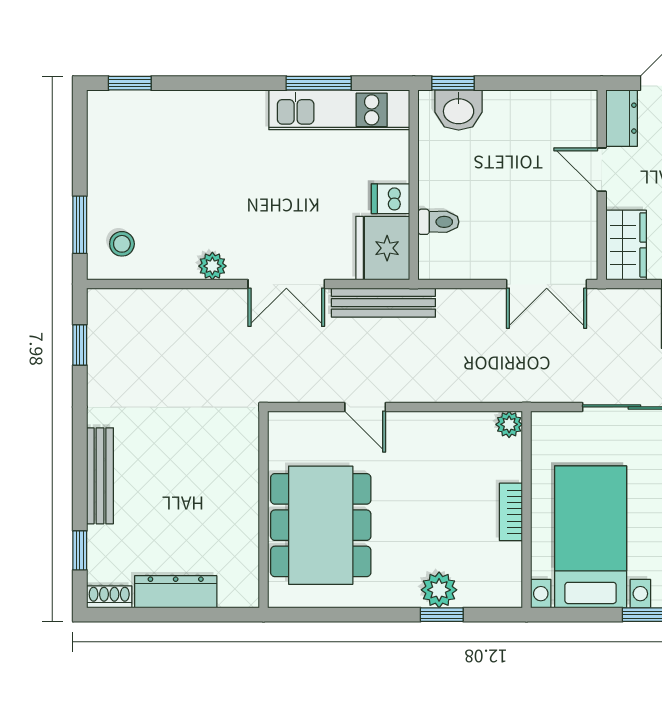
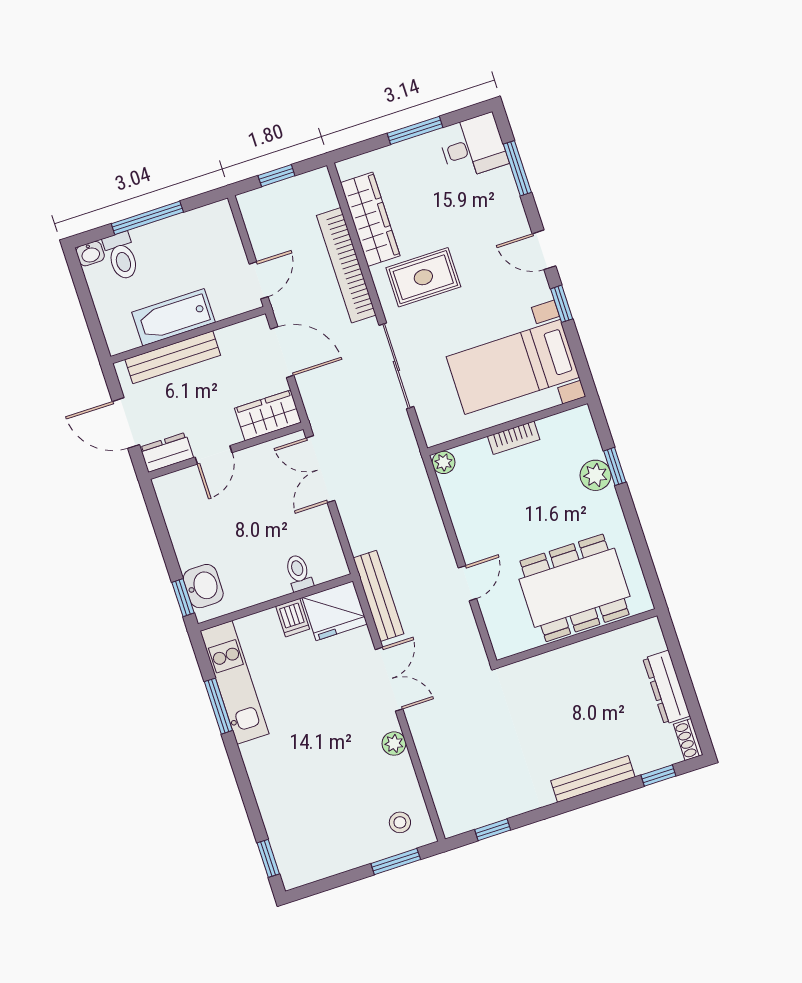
double door: (547, 284) -> (320, 469), swing flipped

